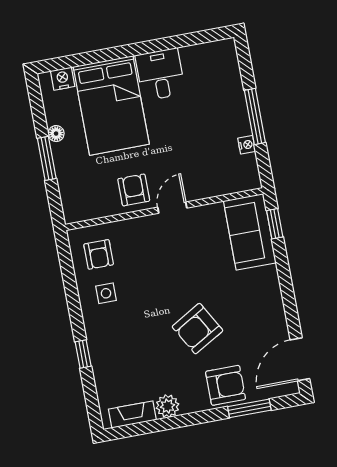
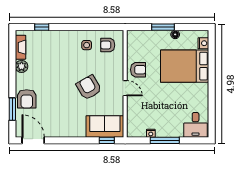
desk: (160, 74) -> (196, 125), moved, turned 90
armchair: (197, 329) -> (89, 87), moved
window: (83, 354) -> (42, 27), moved

